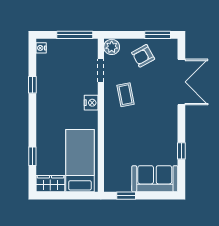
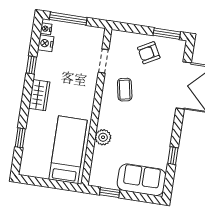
window: (75, 35) -> (68, 19), moved
plant: (112, 47) -> (103, 137), moved
nightstand: (91, 103) -> (46, 43), moved, turned 180
wardrobe: (50, 184) -> (39, 95), moved, turned 90

